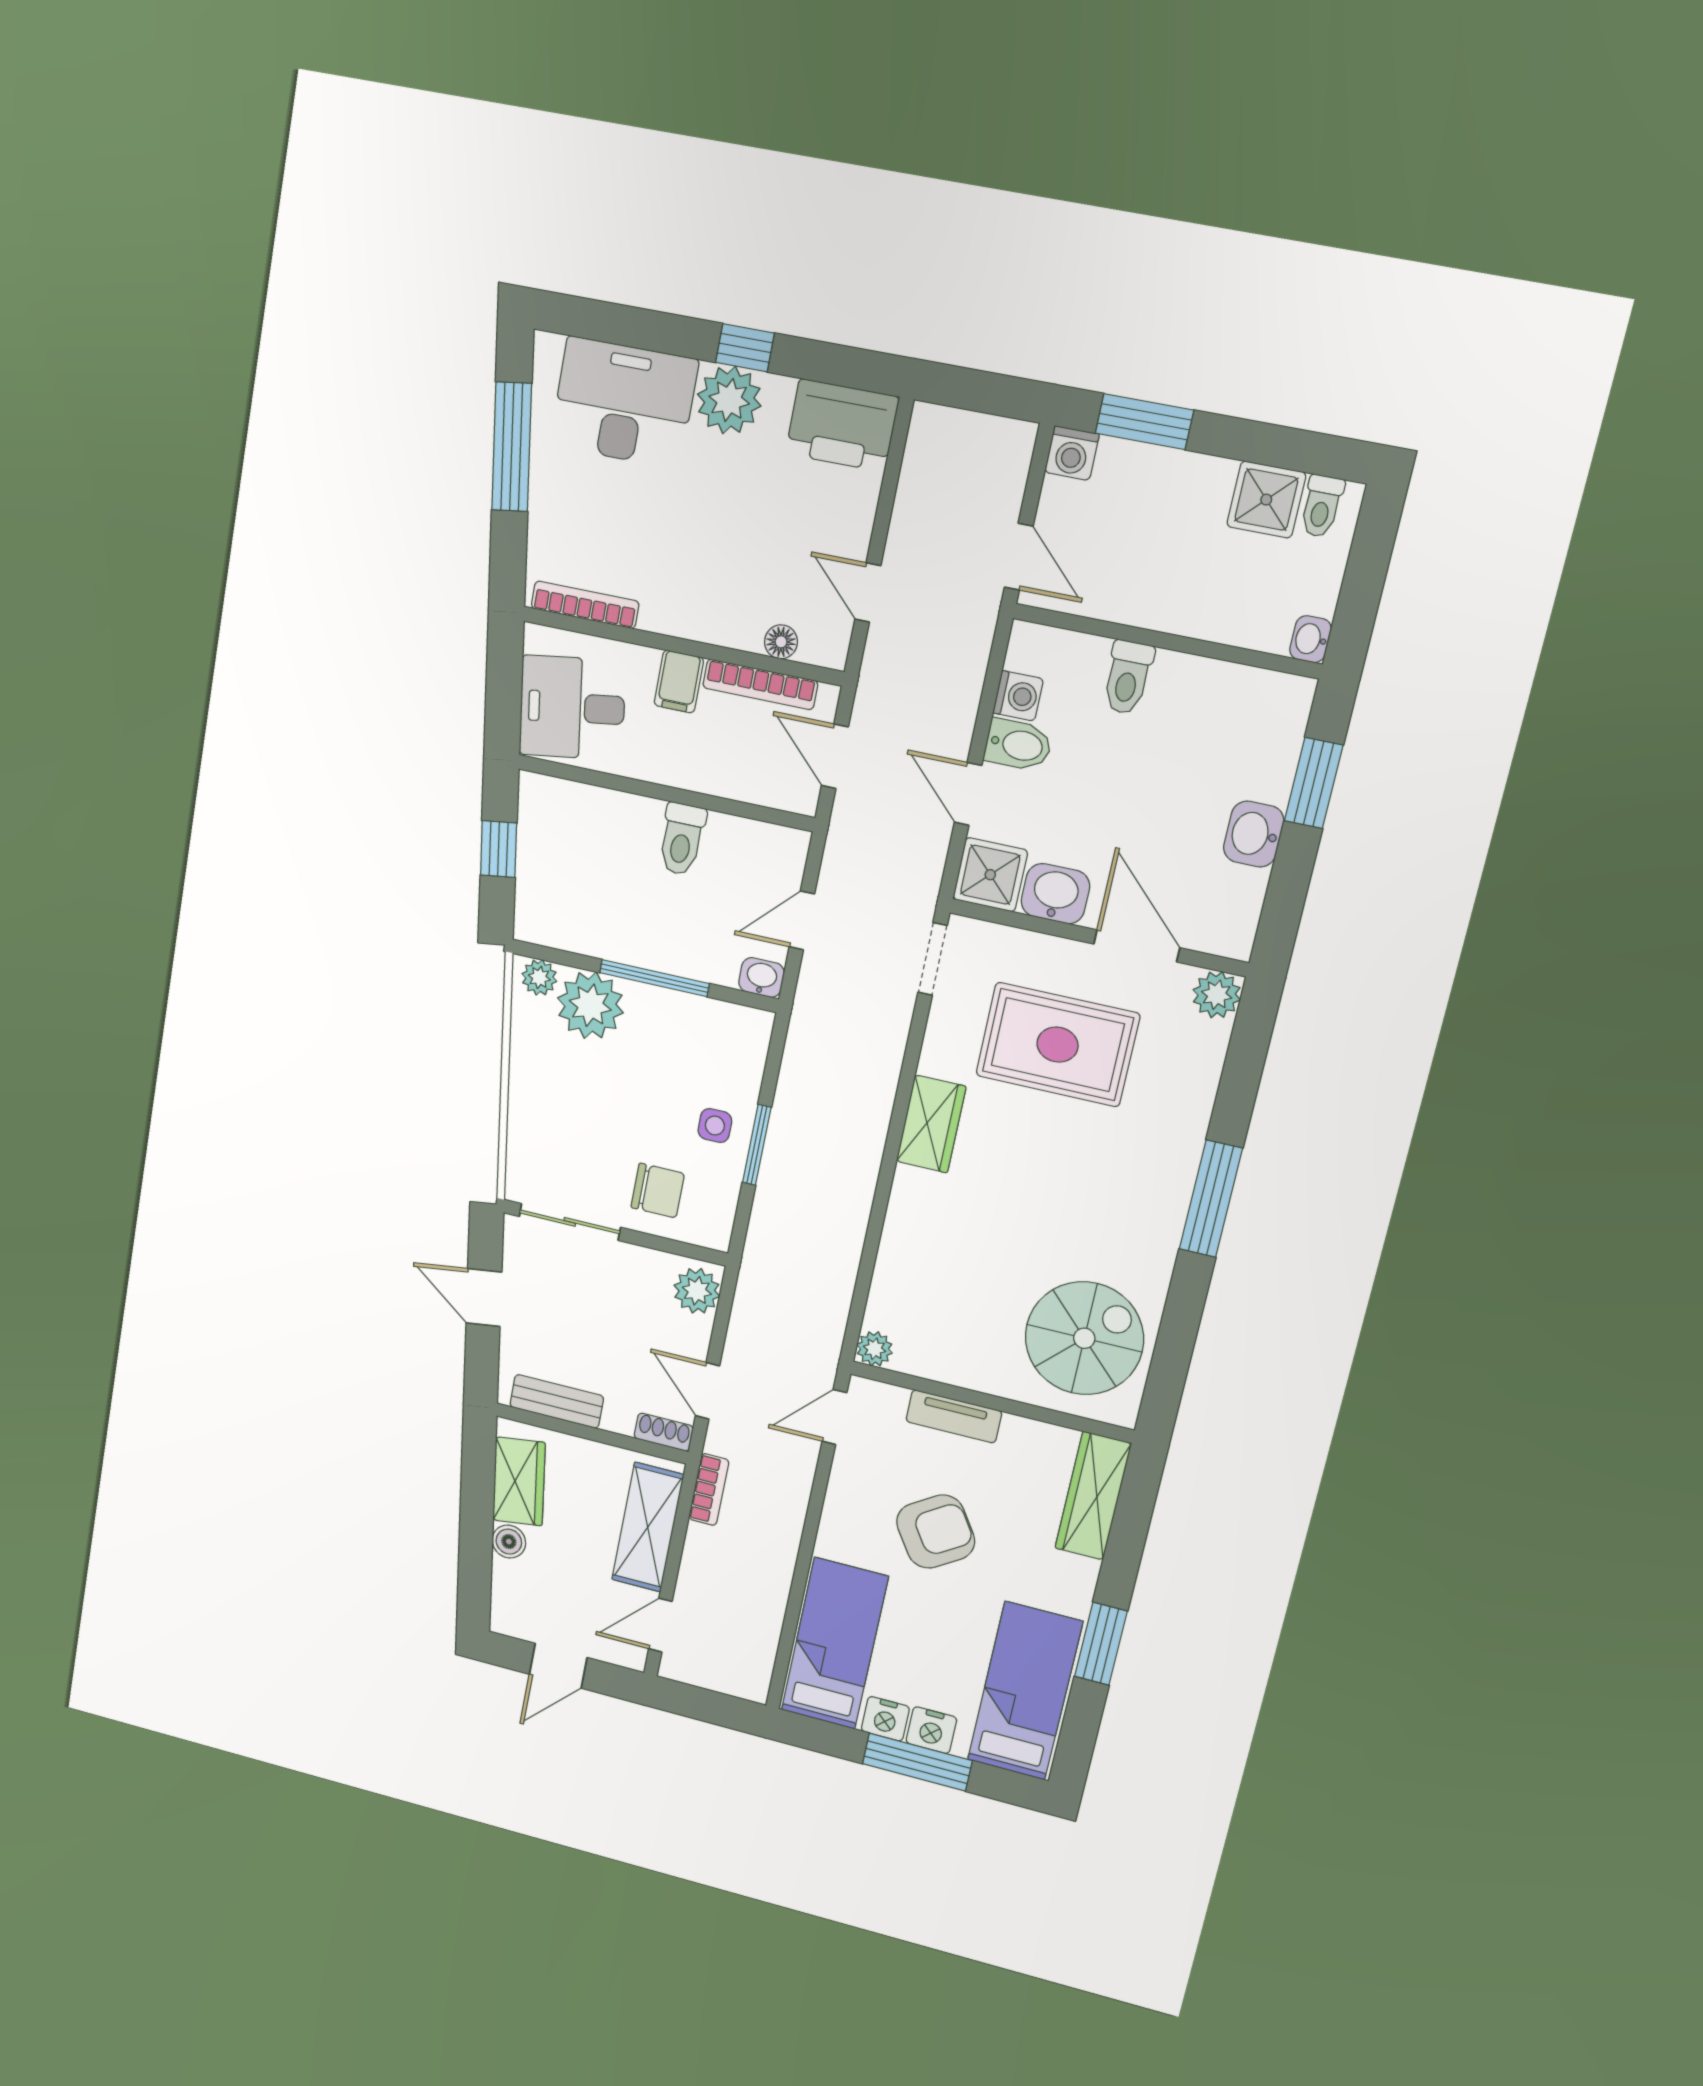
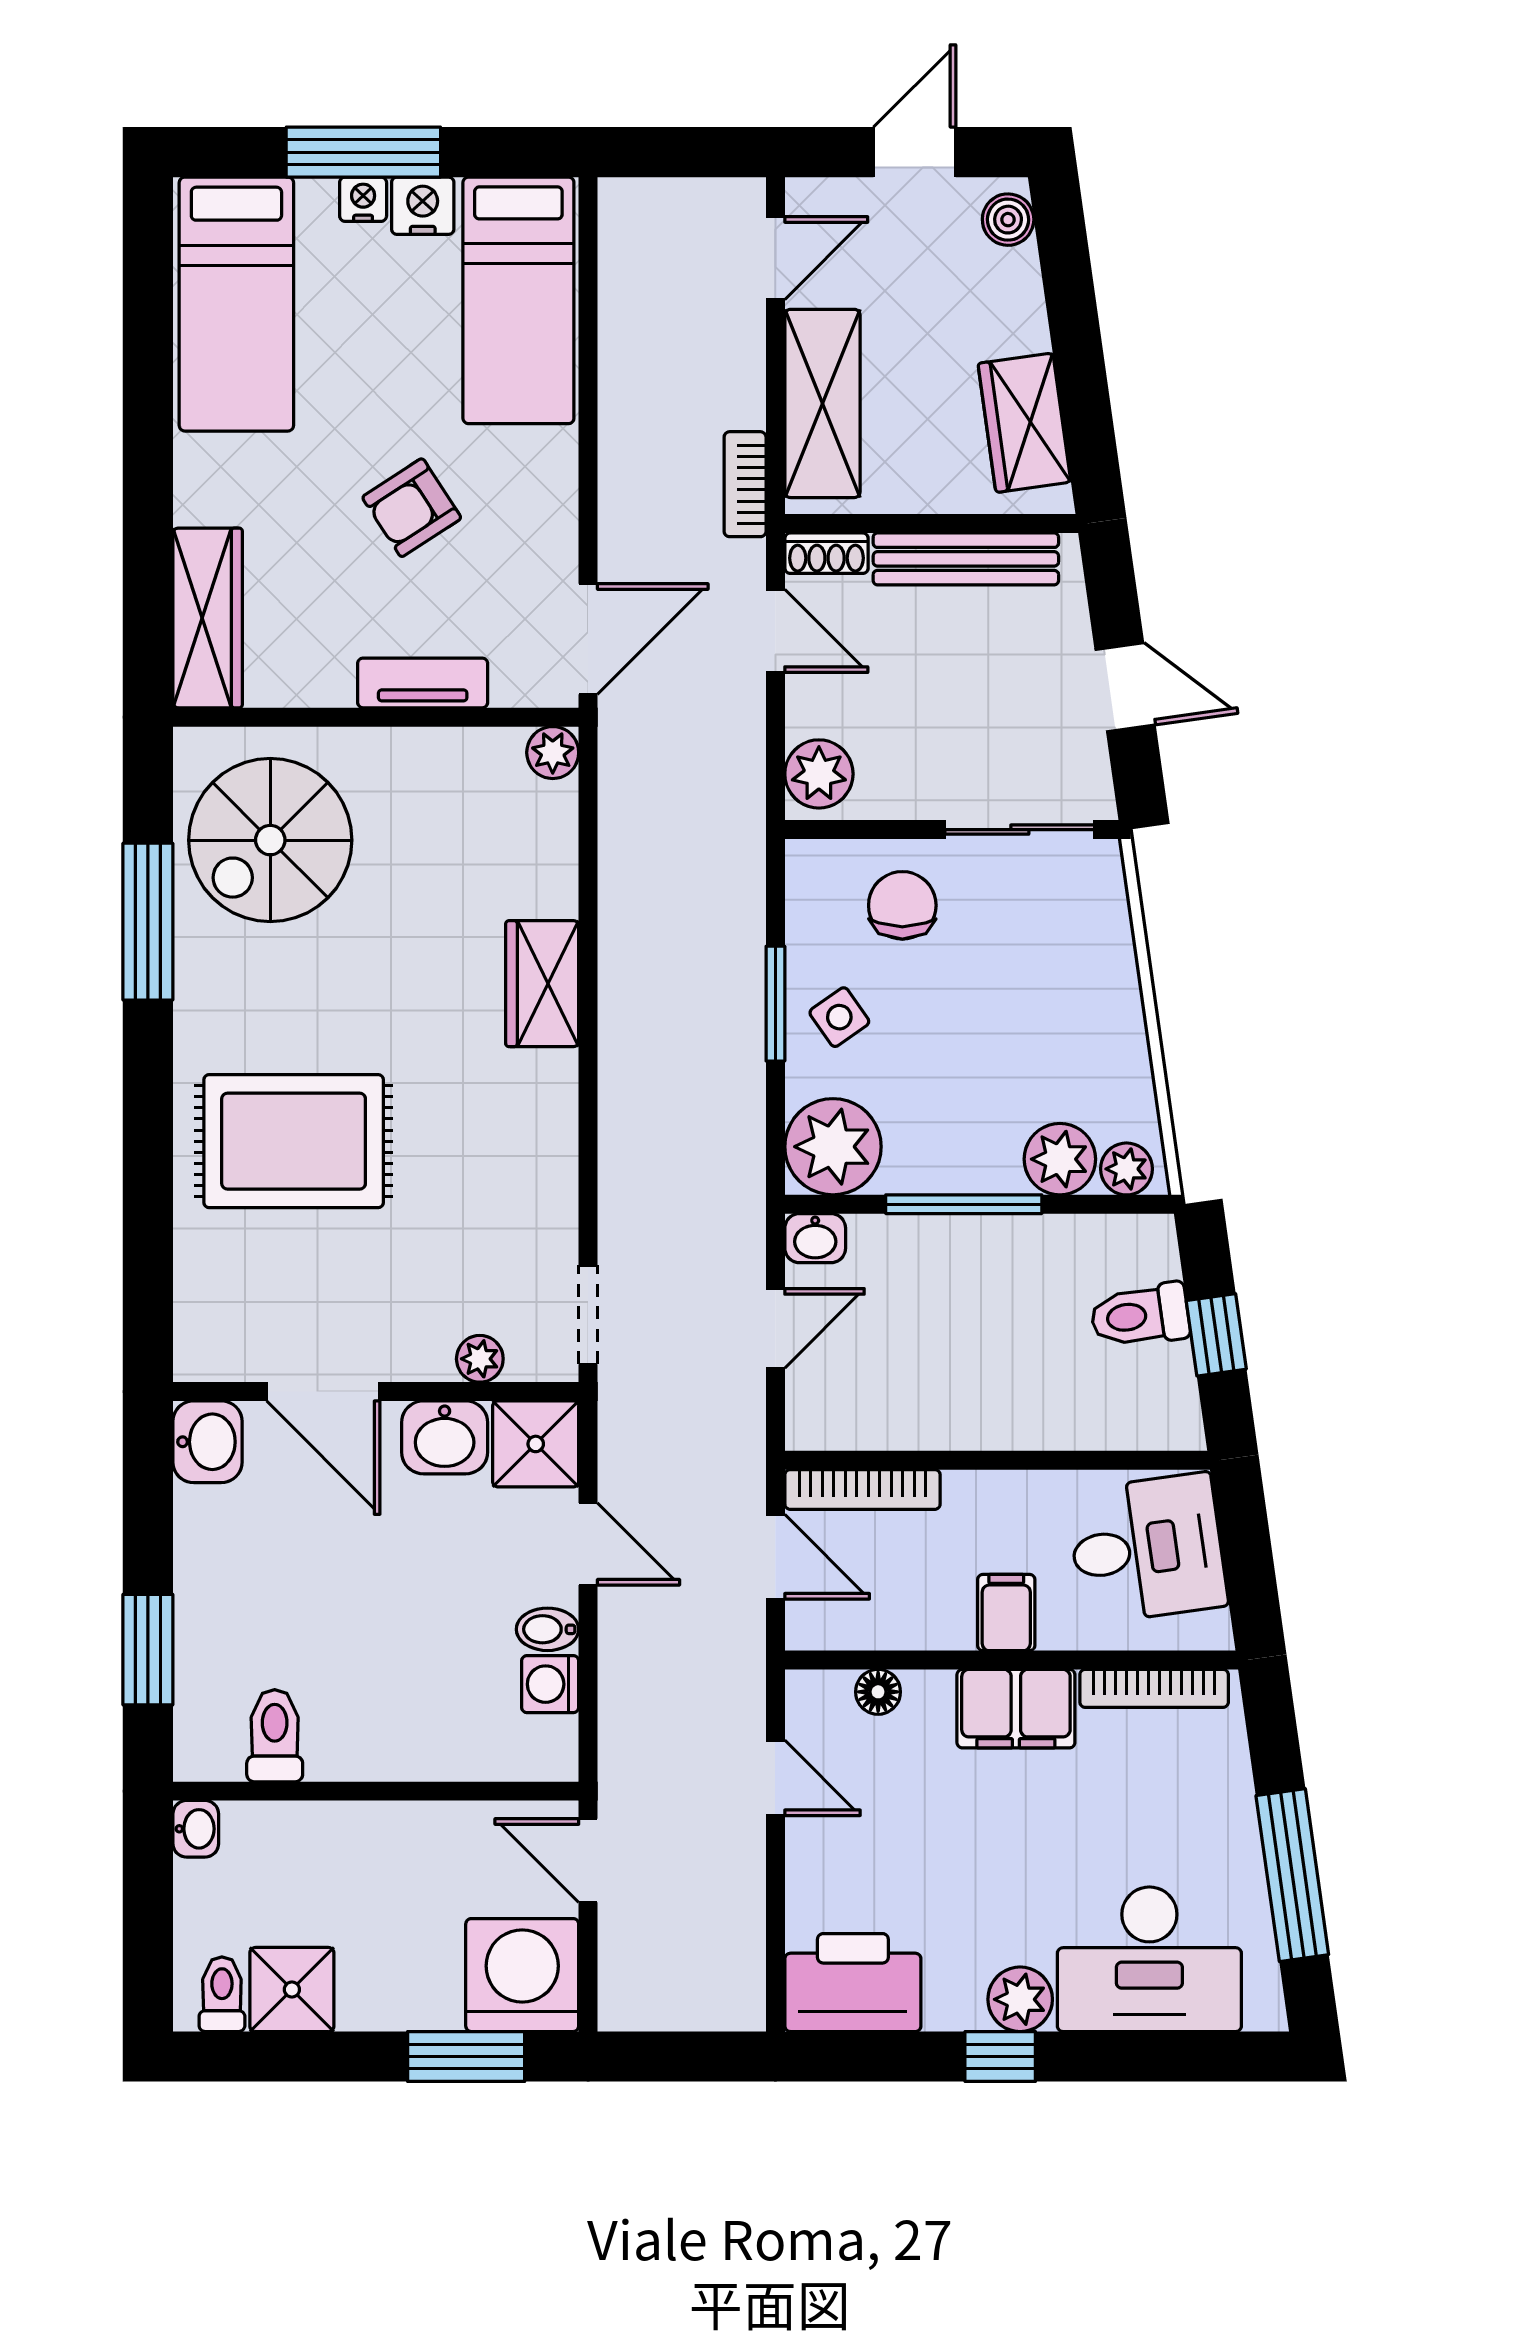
plant: (729, 400) -> (1020, 1999), width x0.73, depth x0.73
washing machine: (1072, 453) -> (522, 1975), width x1.89, depth x1.89
filing cabinet: (685, 609) -> (1016, 1709), added
toilet: (1128, 677) -> (275, 1736), moved
bookcase: (760, 684) -> (862, 1489), moved, turned 180
bidet: (1018, 745) -> (547, 1629), width x0.72, depth x0.74
washbasin: (1254, 834) -> (207, 1442), moved
toilet: (682, 839) -> (1140, 1315), moved, turned -98
plant: (1217, 995) -> (480, 1359), moved, width x0.73, depth x0.73
plant: (590, 1005) -> (1060, 1159), width x0.73, depth x0.73
plant: (737, 1038) -> (833, 1147), added
rug: (1058, 1045) -> (294, 1141), moved
wardrobe: (931, 1124) -> (542, 984), moved
side table: (715, 1126) -> (839, 1017), turned -35
chair: (658, 1191) -> (902, 905), turned 90
window: (1211, 1199) -> (148, 922), moved
bench: (557, 1401) -> (966, 559), width x1.36
door: (834, 1417) -> (588, 639), width x1.38
armchair: (936, 1532) -> (412, 508), width x0.72, depth x0.72
boiler: (509, 1542) -> (1008, 220), moved
window: (1101, 1644) -> (148, 404), removed
nightstand: (931, 1730) -> (363, 199), width x0.72, depth x0.74

